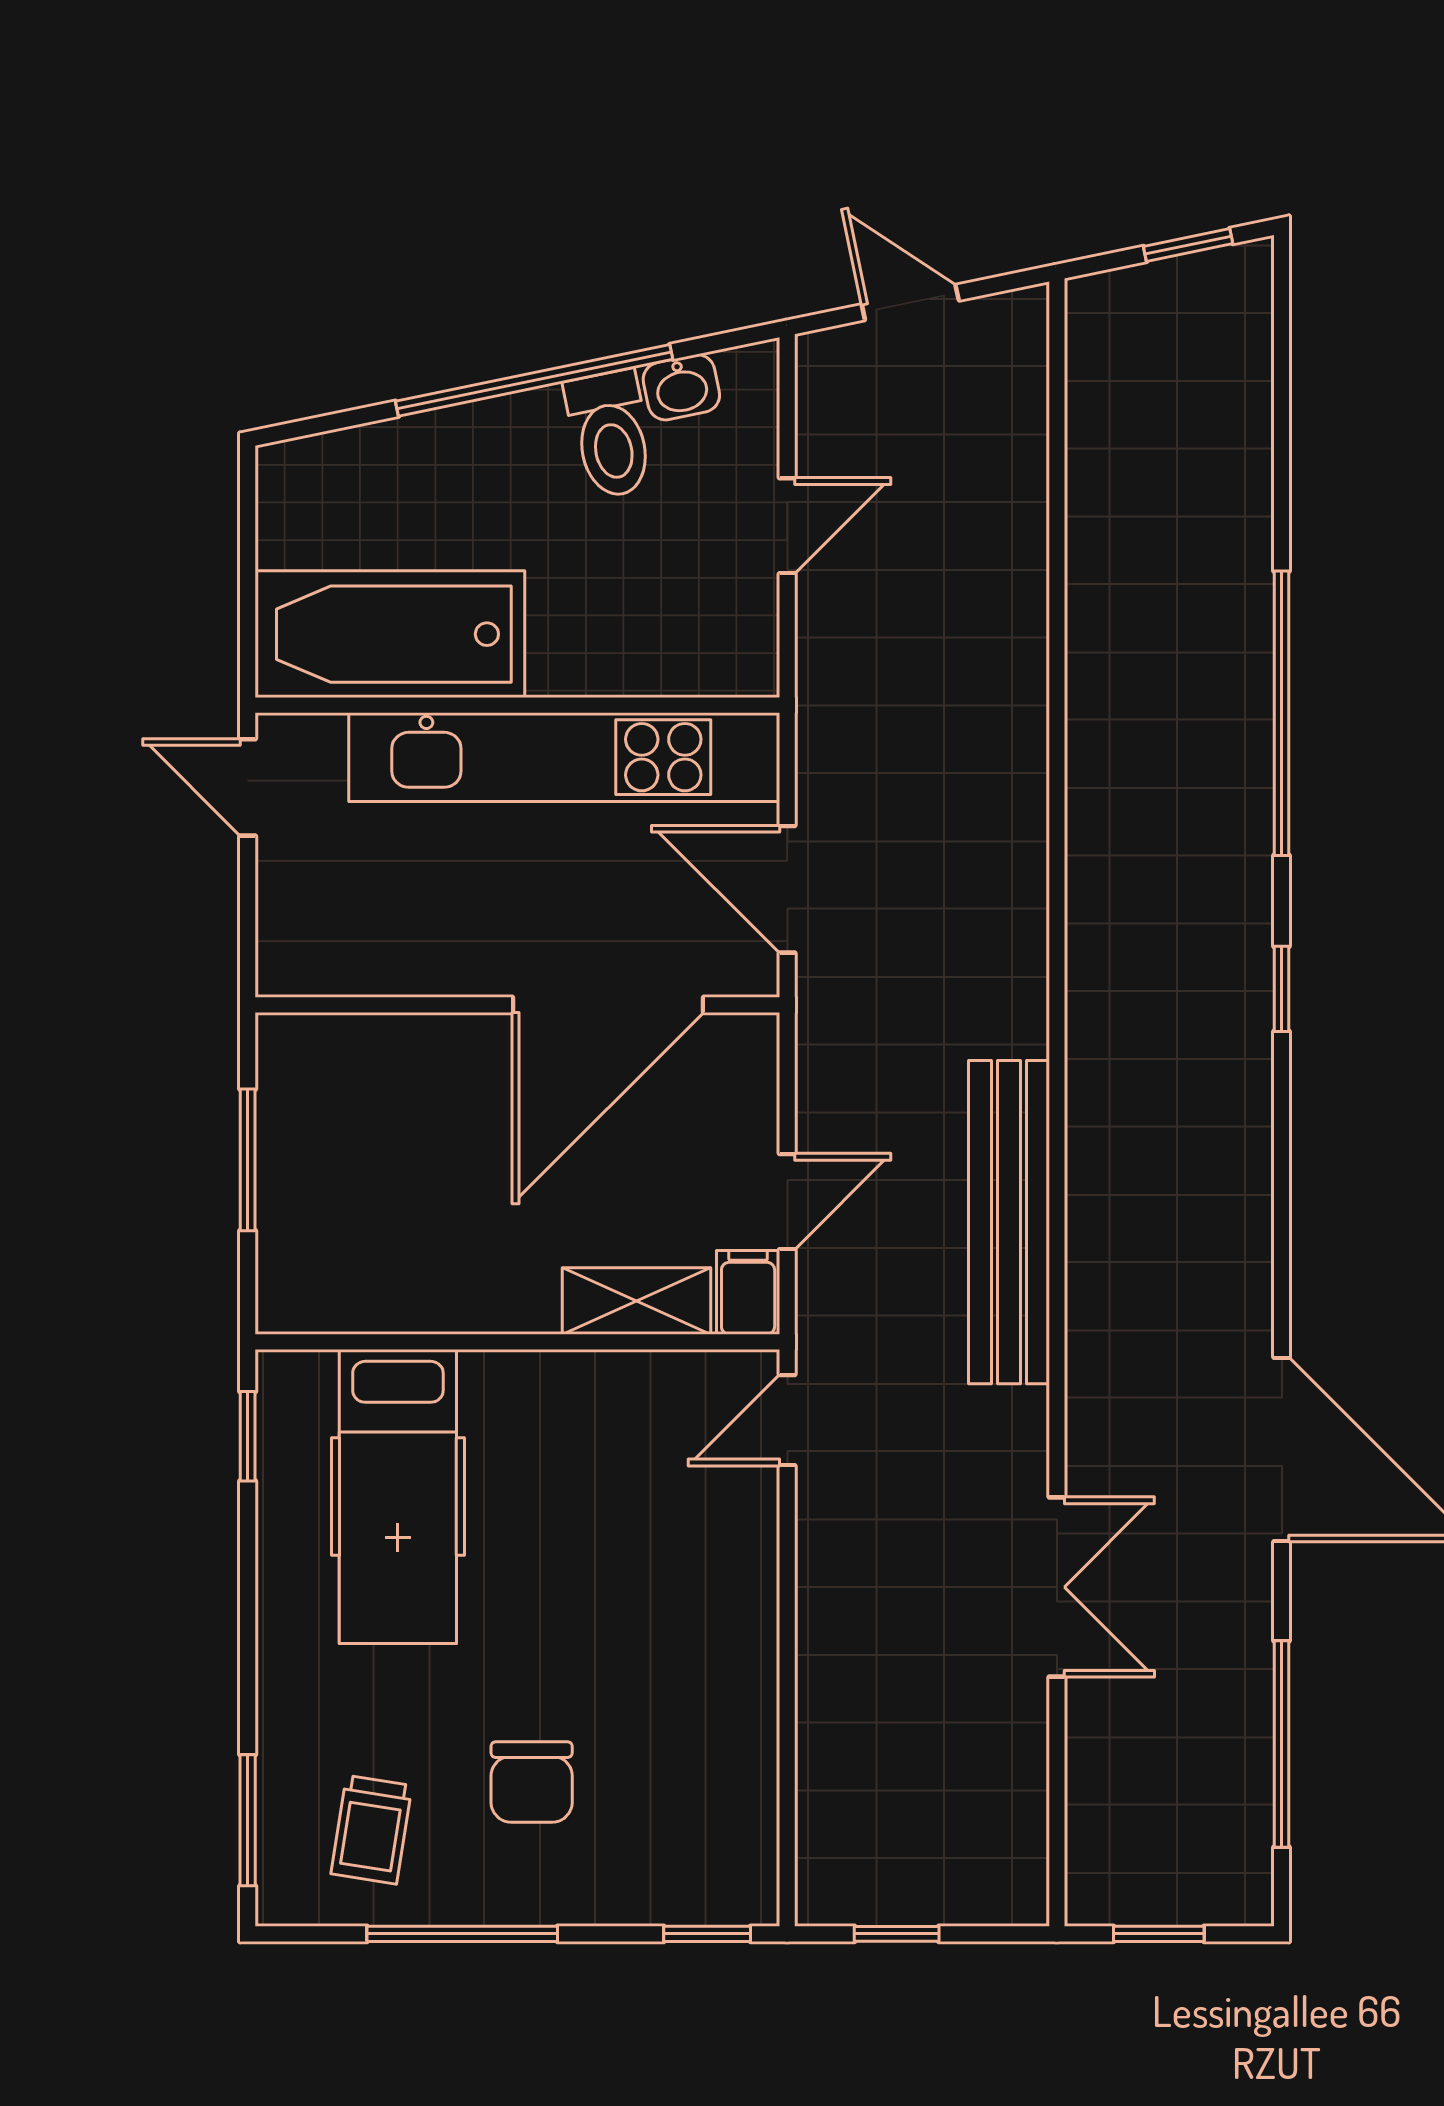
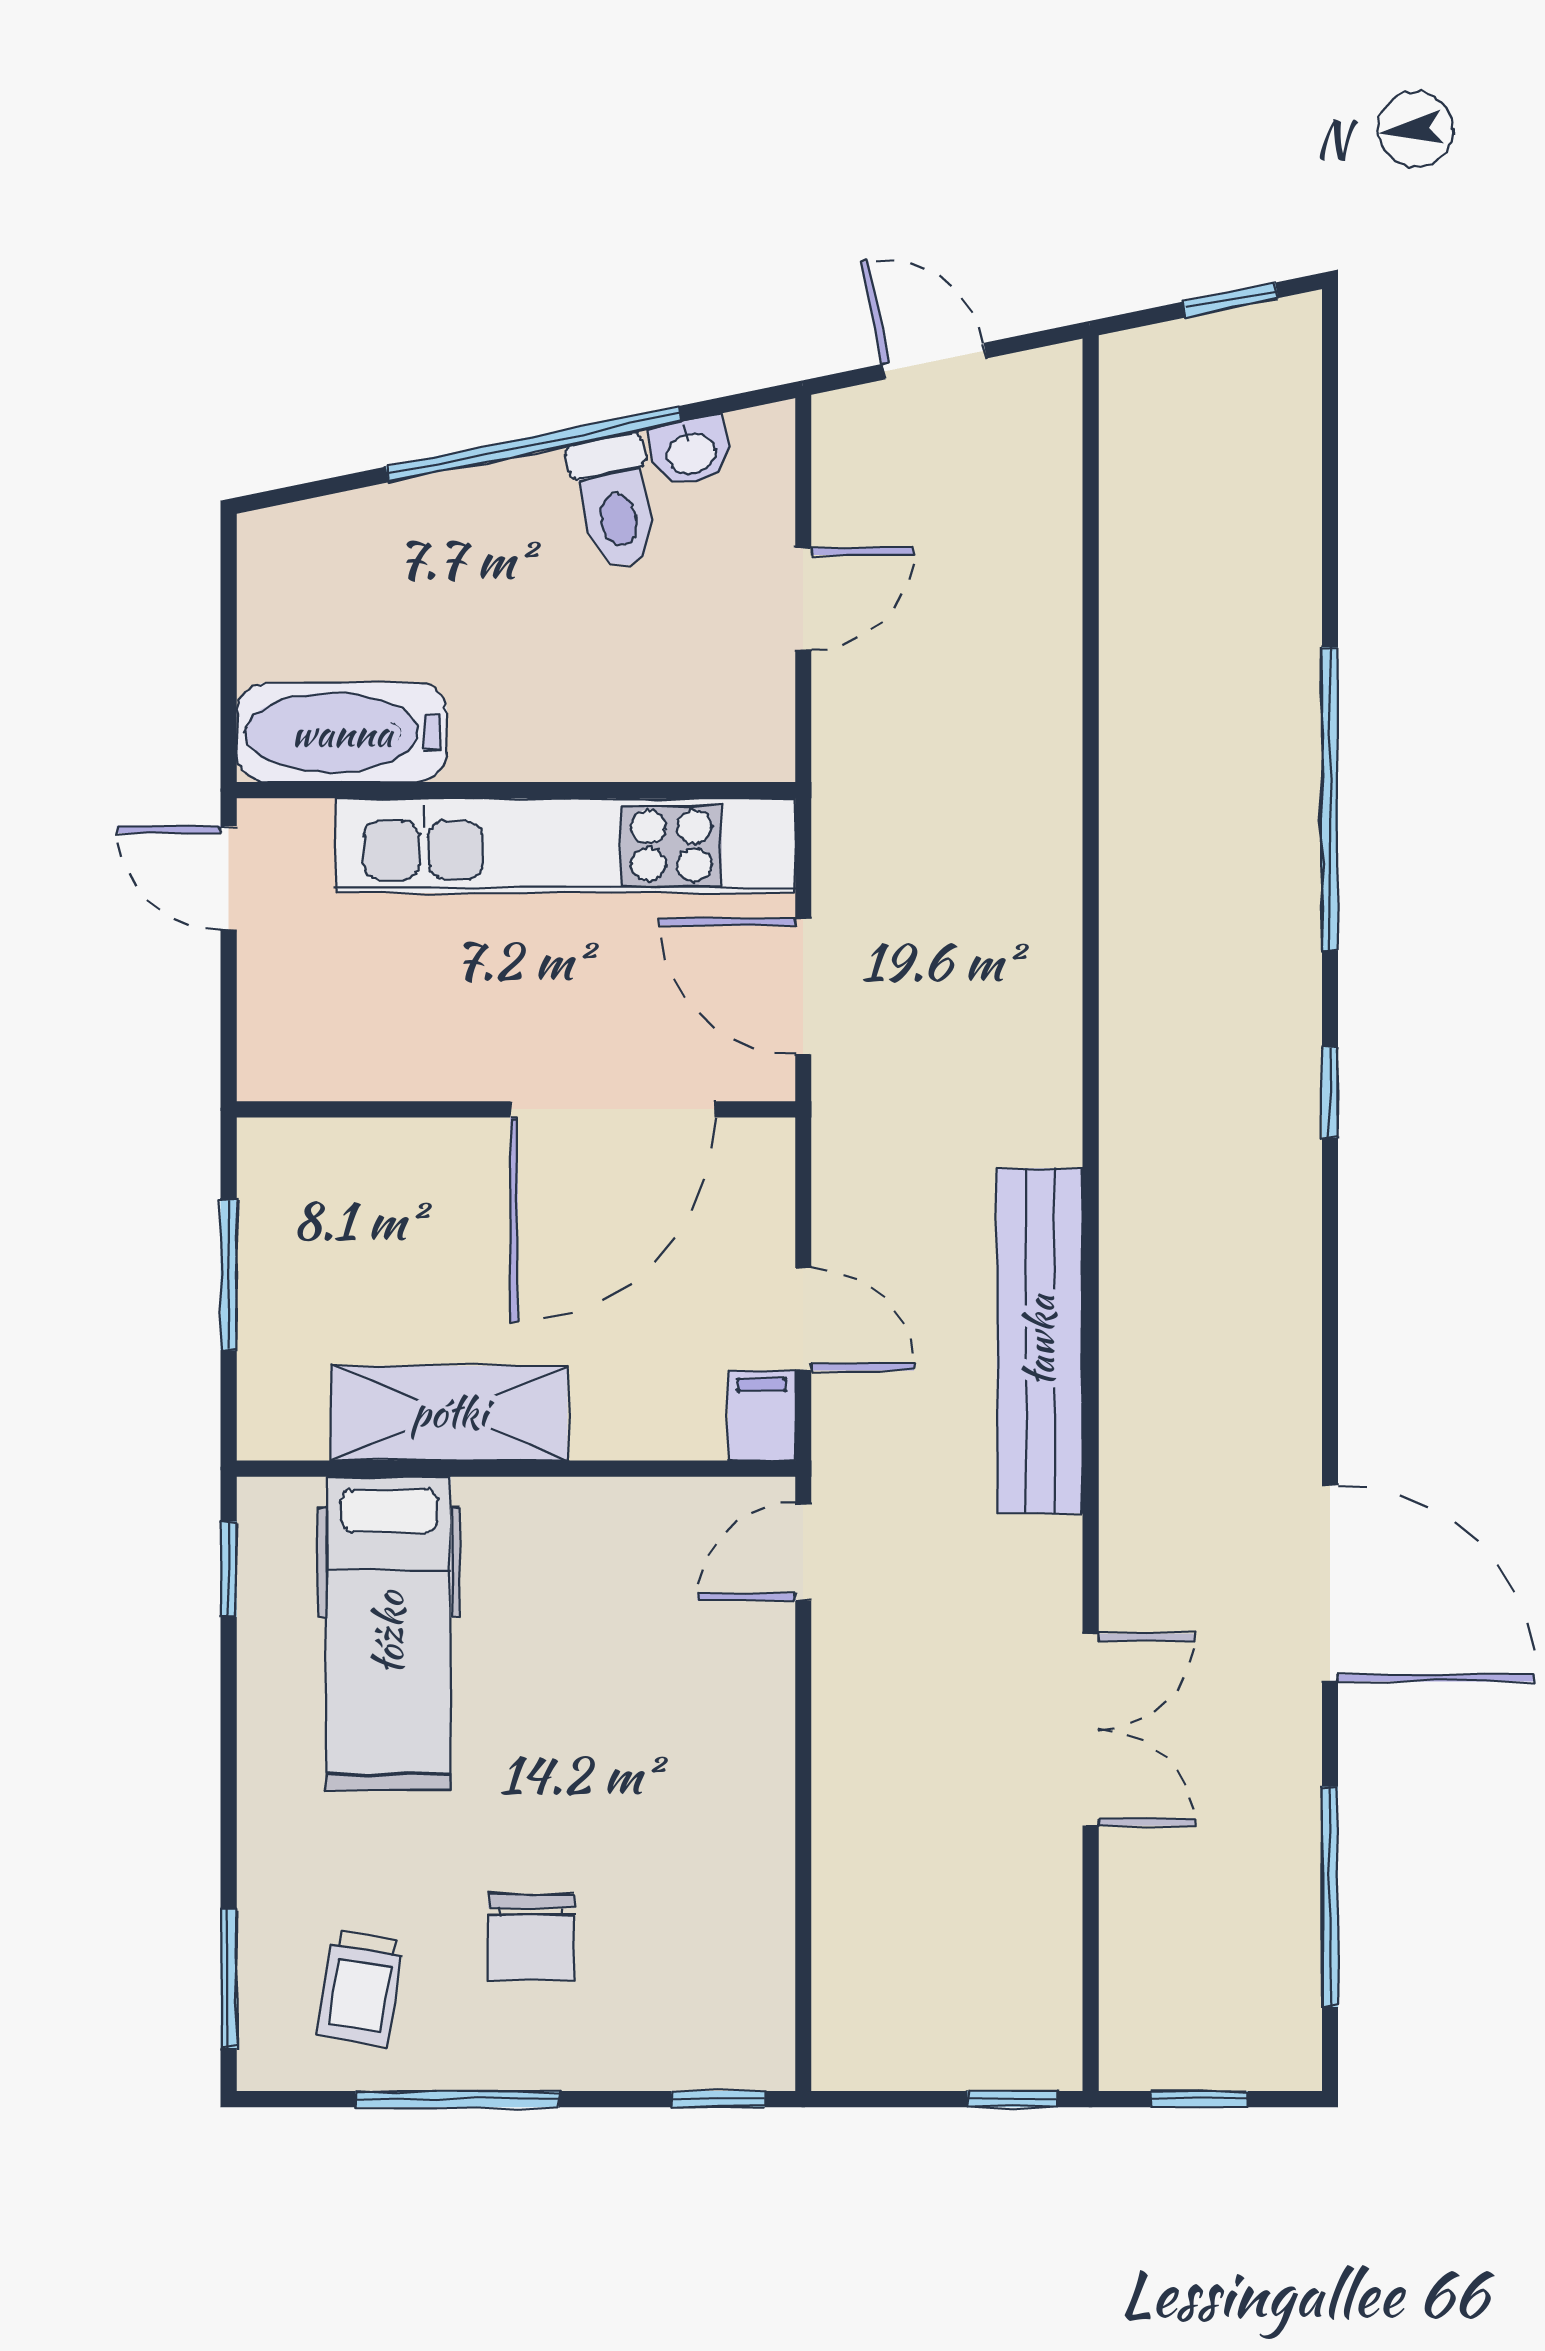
bathtub: (390, 634) -> (342, 733), width x0.73, depth x0.73
door: (787, 1202) -> (803, 1319), hinge flipped
shelving: (636, 1301) -> (449, 1413), moved, width x1.50, depth x1.33
window: (897, 1934) -> (1013, 2099), moved

